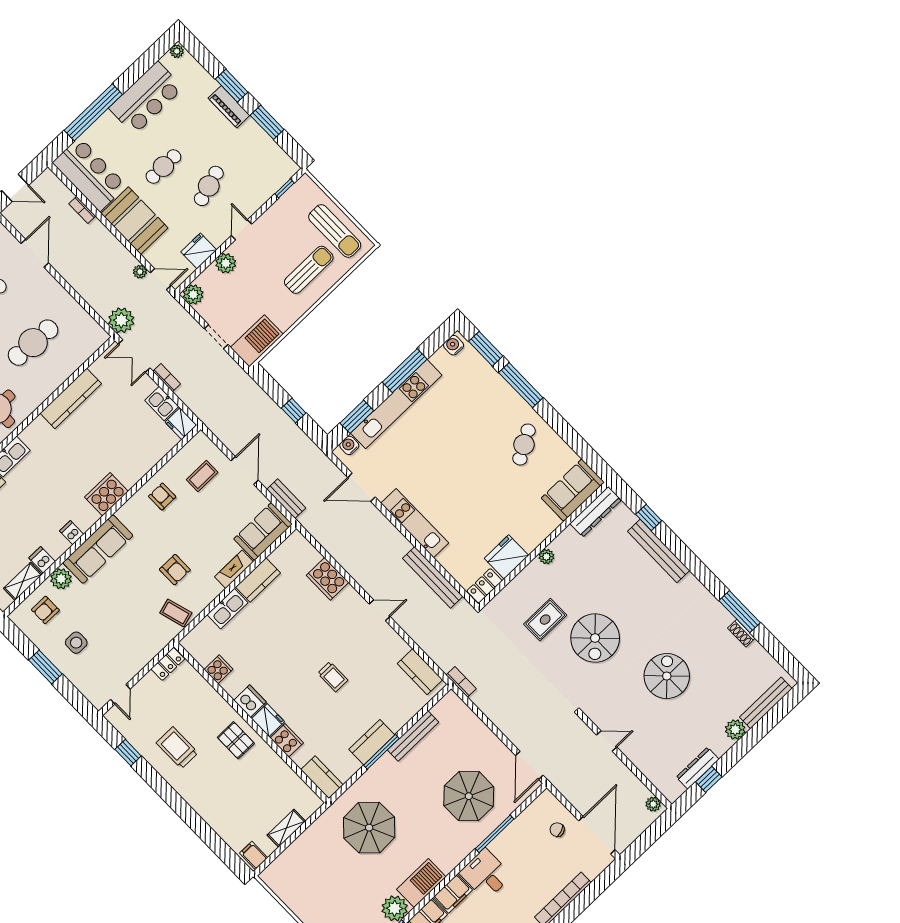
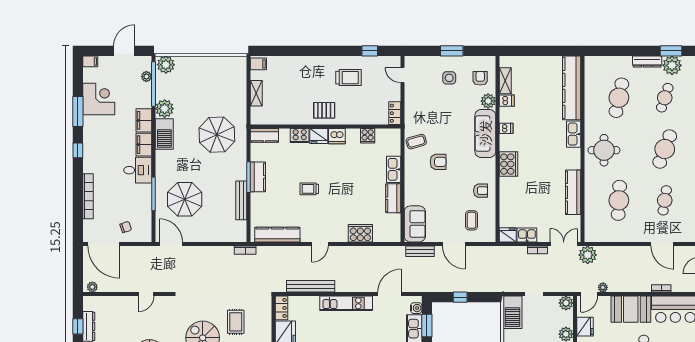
fireplace: (234, 569) -> (410, 191), removed
armchair: (175, 570) -> (438, 162), turned 180
kitchen counter: (420, 672) -> (277, 235), width x1.50

